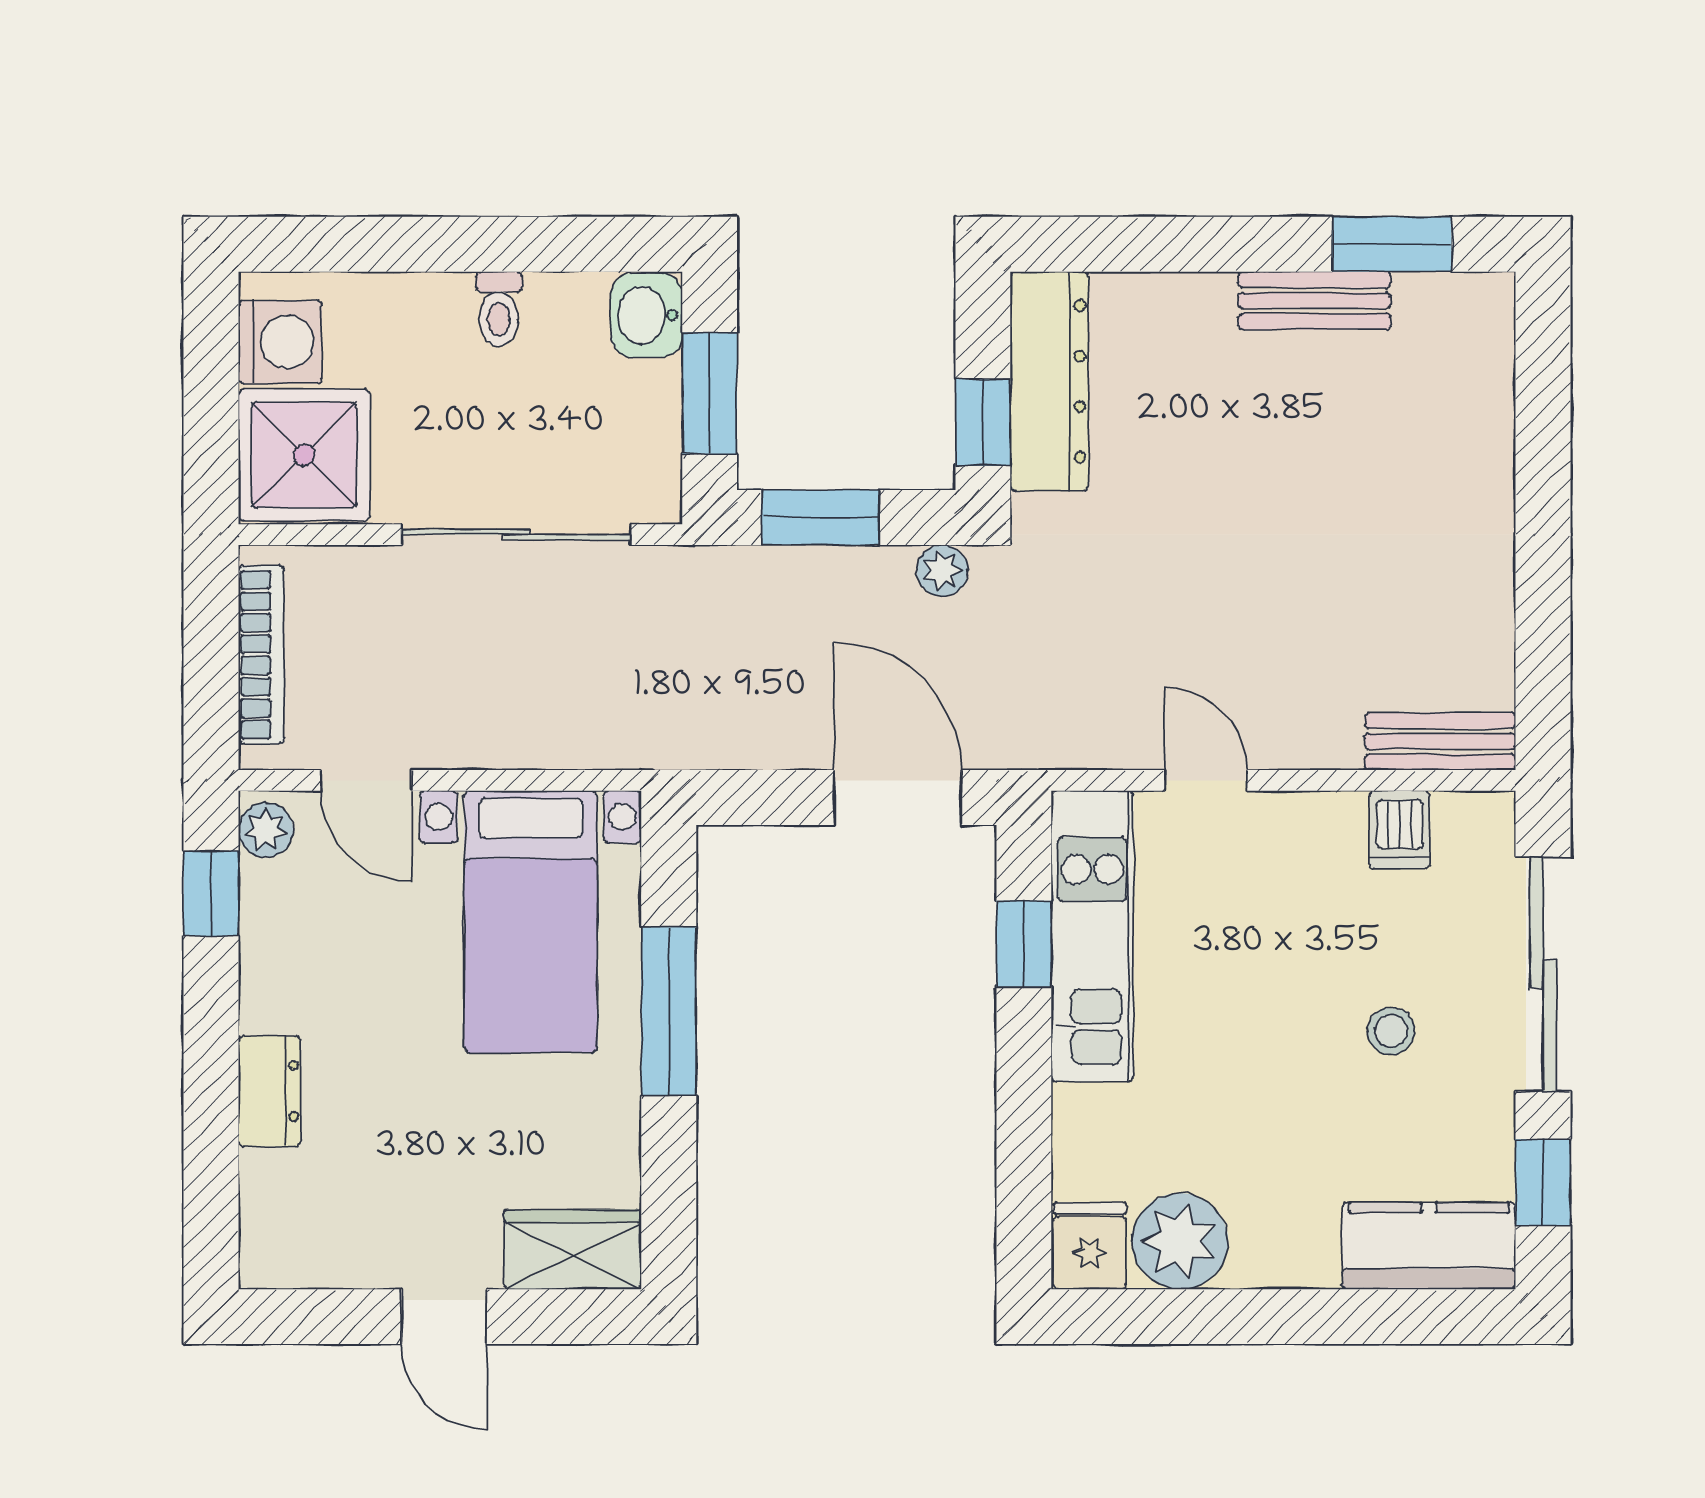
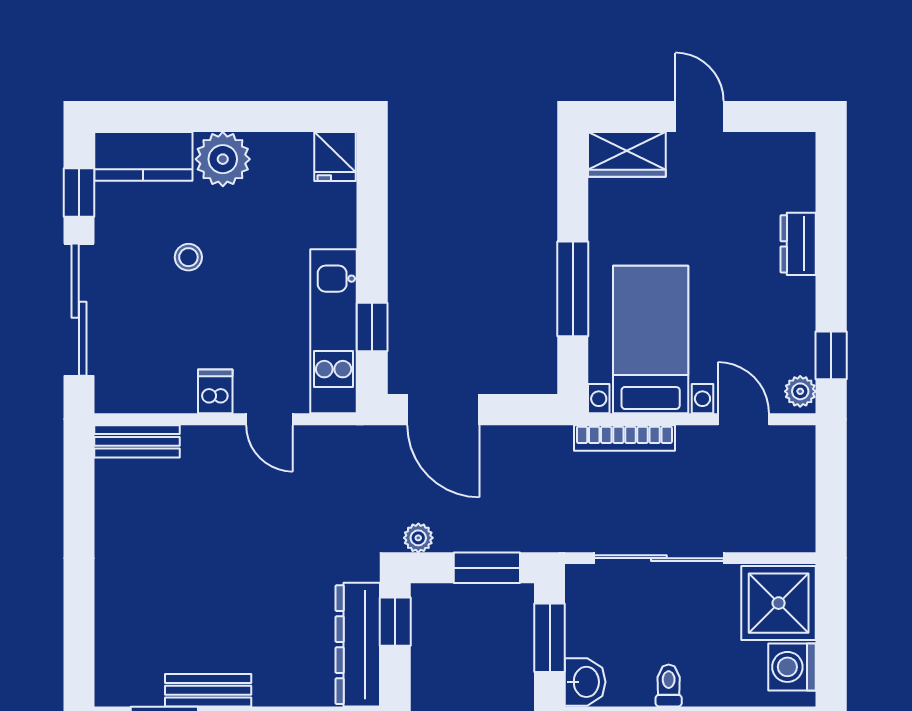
bookcase: (261, 655) -> (624, 438), moved, turned -90
dishwasher: (1400, 830) -> (215, 391), moved
stool: (1391, 1031) -> (188, 257), moved
plant: (1180, 1241) -> (223, 159), moved

